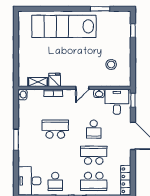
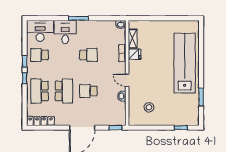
desk: (117, 102) -> (65, 32), moved, turned -90
school desk: (55, 129) -> (88, 55), width x0.54

